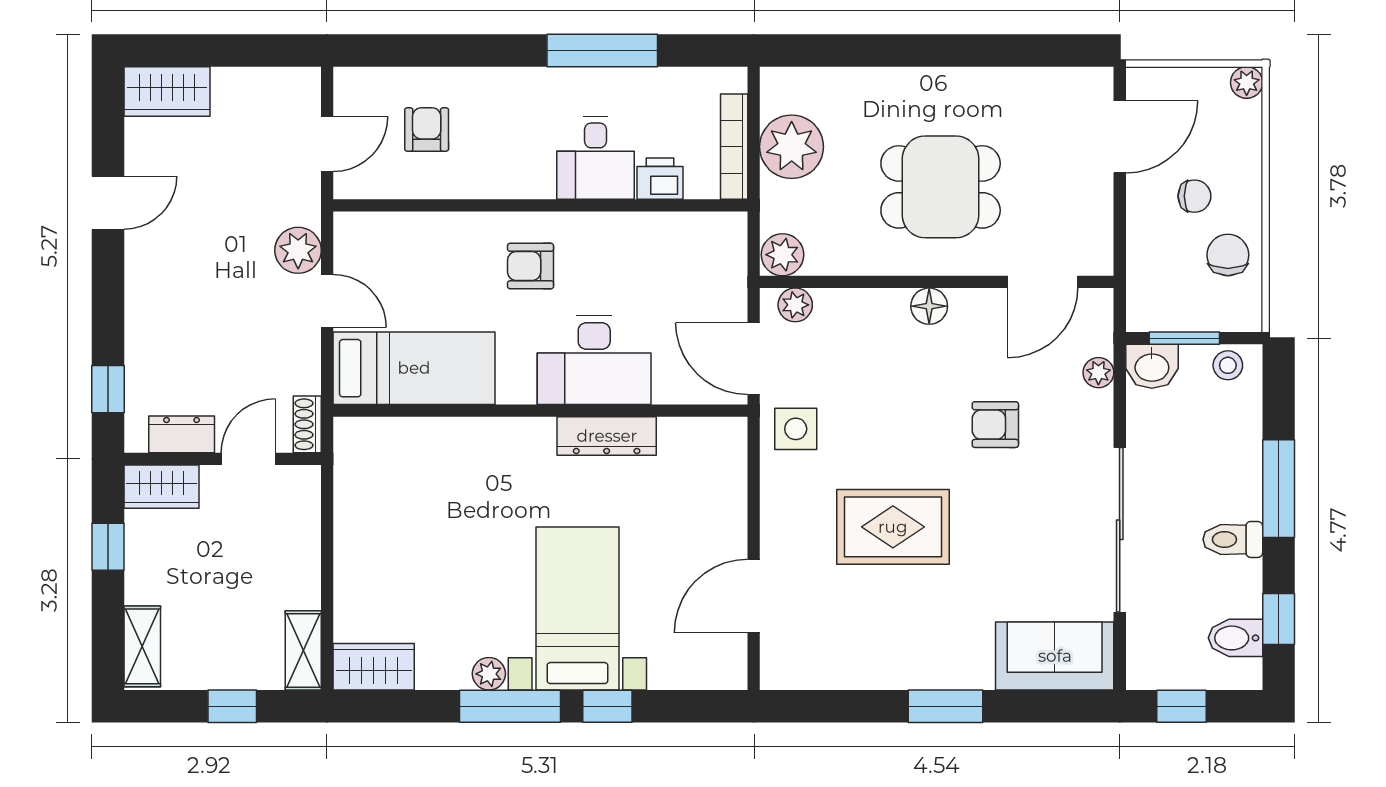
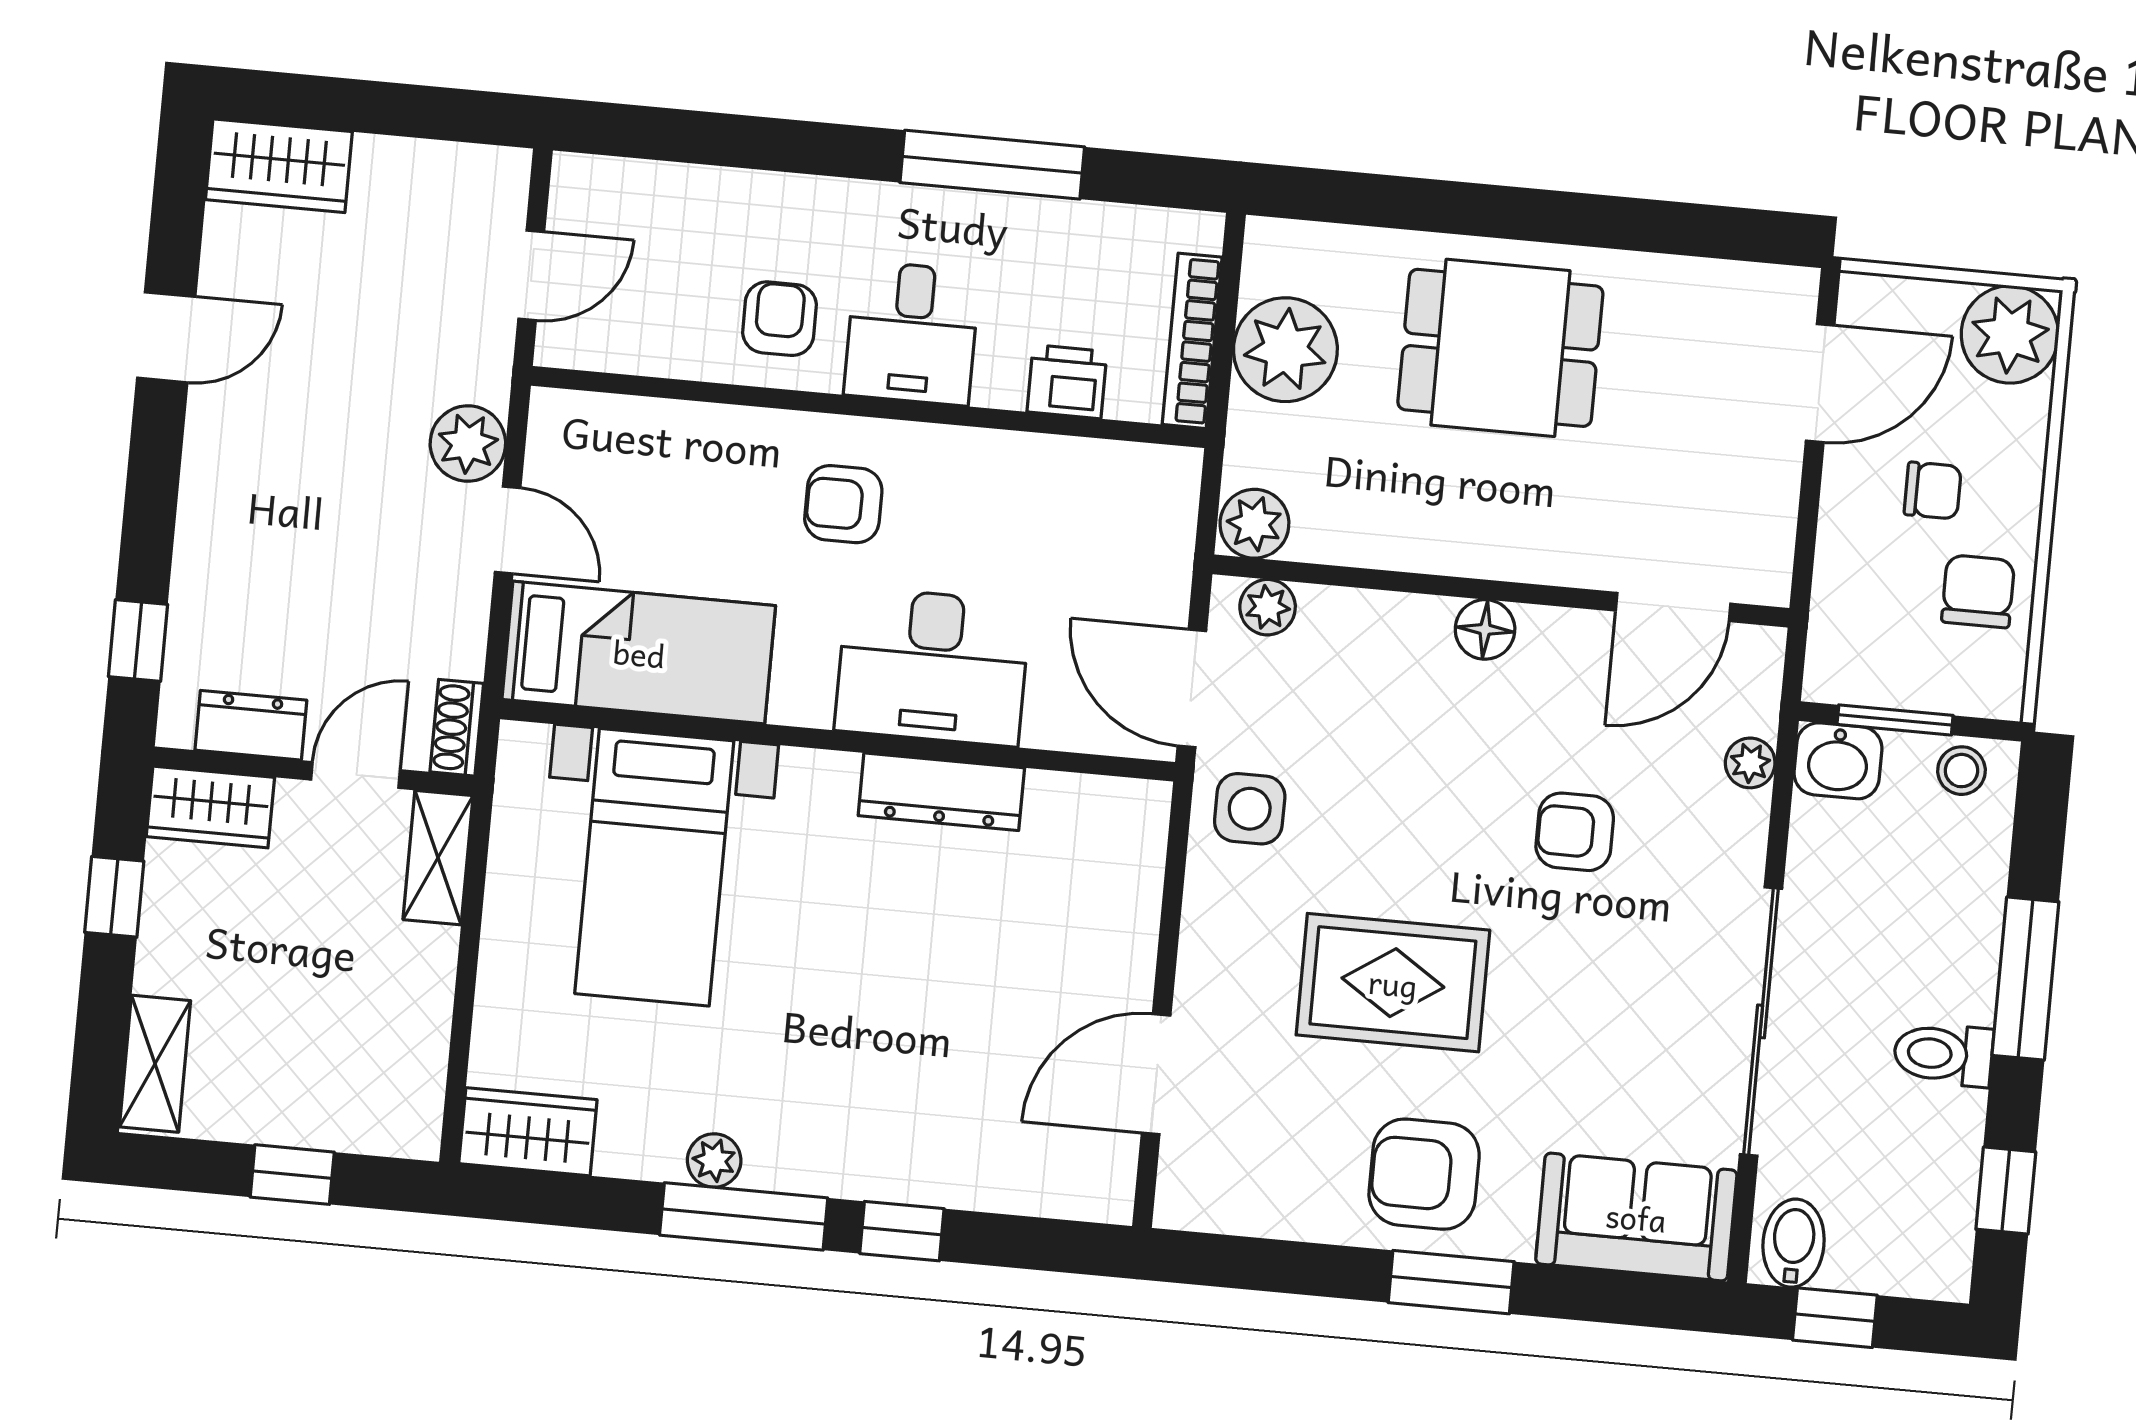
plant: (1247, 83) -> (2010, 334), width x1.88, depth x1.88
armchair: (427, 129) -> (779, 319), moved
desk: (595, 158) -> (912, 333), moved
dining table: (941, 187) -> (1500, 348), moved
bed with nightstands: (577, 609) -> (654, 867), moved, turned 180
bidet: (1235, 638) -> (1794, 1243), moved, turned 90
armchair: (923, 642) -> (1424, 1174), added
shelving: (303, 650) -> (438, 858), moved

